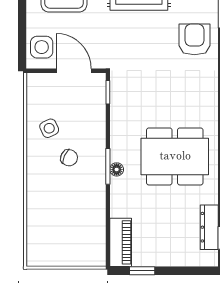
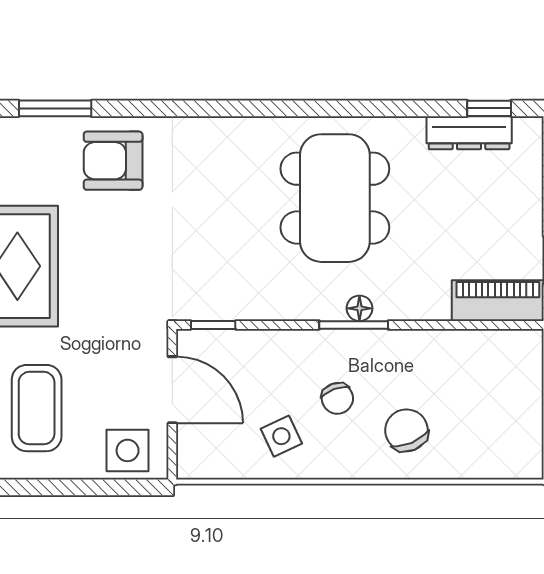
door: (74, 71) -> (172, 390), swing flipped
chair: (69, 158) -> (337, 398), turned 135
chair: (52, 194) -> (406, 430), added

